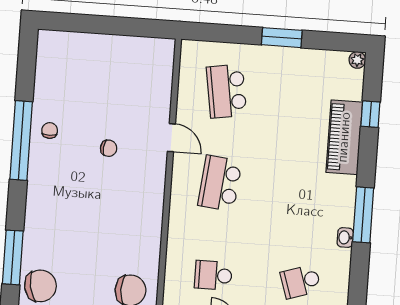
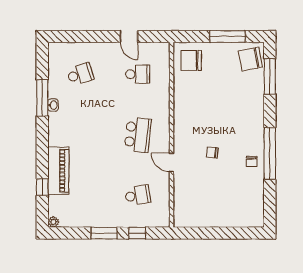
window: (231, 34) -> (137, 233), added
school desk: (226, 91) -> (138, 195), width x0.54
window: (363, 215) -> (42, 98), moved

